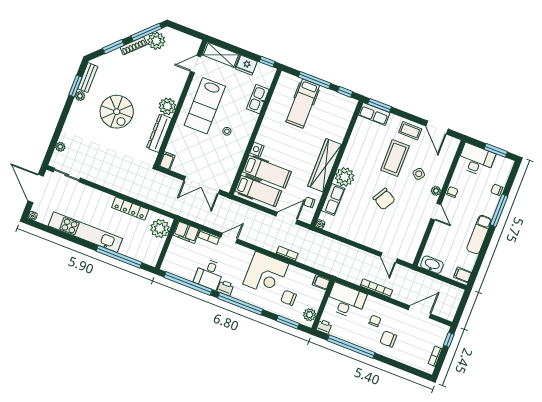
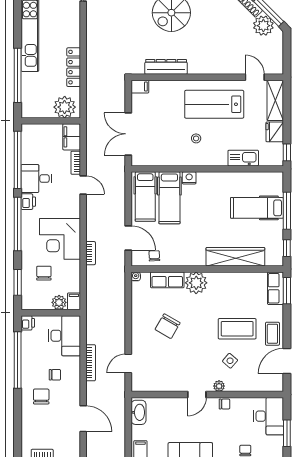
plant: (167, 106) -> (198, 65), removed
wardrobe: (325, 165) -> (235, 257), moved
chair: (384, 199) -> (168, 326), moved
plant: (310, 315) -> (59, 302), moved

